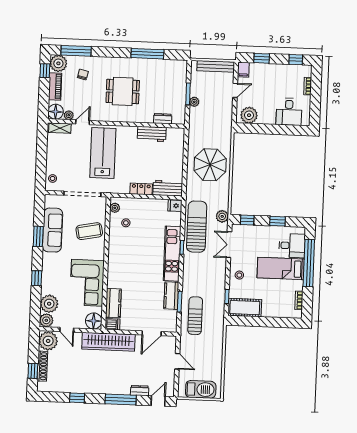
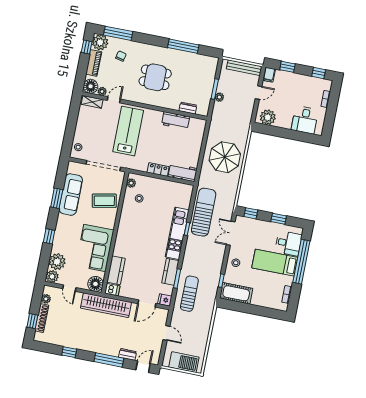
fridge: (175, 206) -> (165, 300), moved
plant: (222, 216) -> (228, 206), removed
plant: (48, 341) -> (46, 299), width x0.53, depth x0.53

